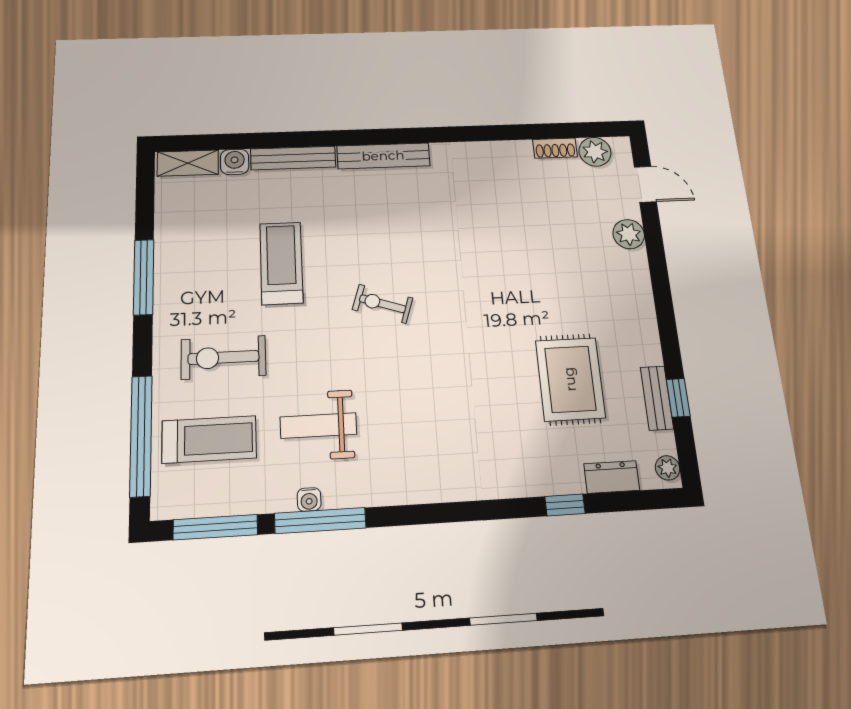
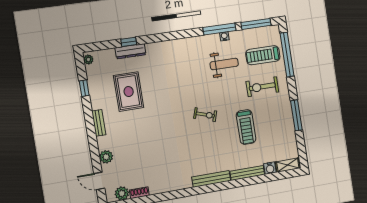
exercise bike: (223, 357) -> (262, 87), turned 180
bench: (657, 398) -> (99, 123), moved
dresser: (612, 477) -> (130, 51), moved, width x1.44

